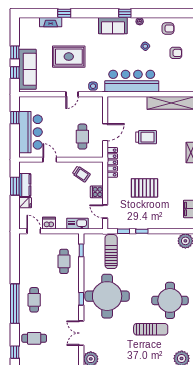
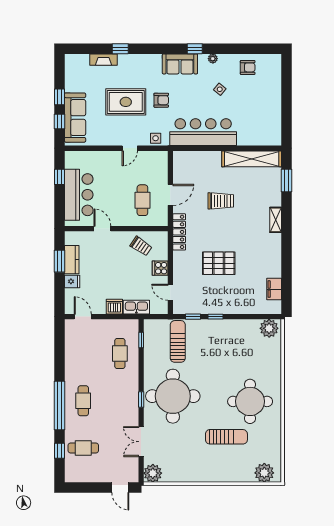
armchair: (176, 53) -> (161, 100), moved
dishwasher: (49, 223) -> (114, 307), moved
window: (15, 352) -> (59, 451), moved

